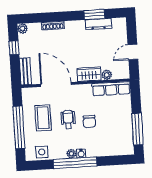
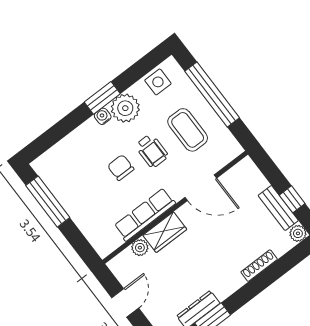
bench: (25, 71) -> (278, 208), moved
door: (56, 84) -> (201, 188), width x0.73
row of seats: (111, 89) -> (145, 215), moved
plant: (71, 154) -> (125, 108), width x1.88, depth x1.88
window: (75, 163) -> (102, 98), width x0.47

